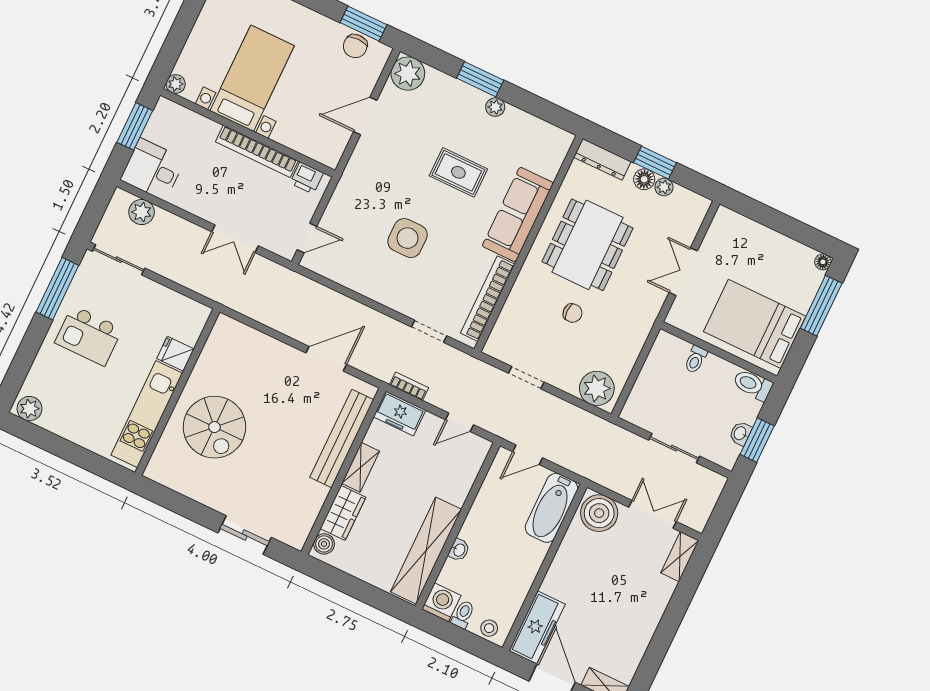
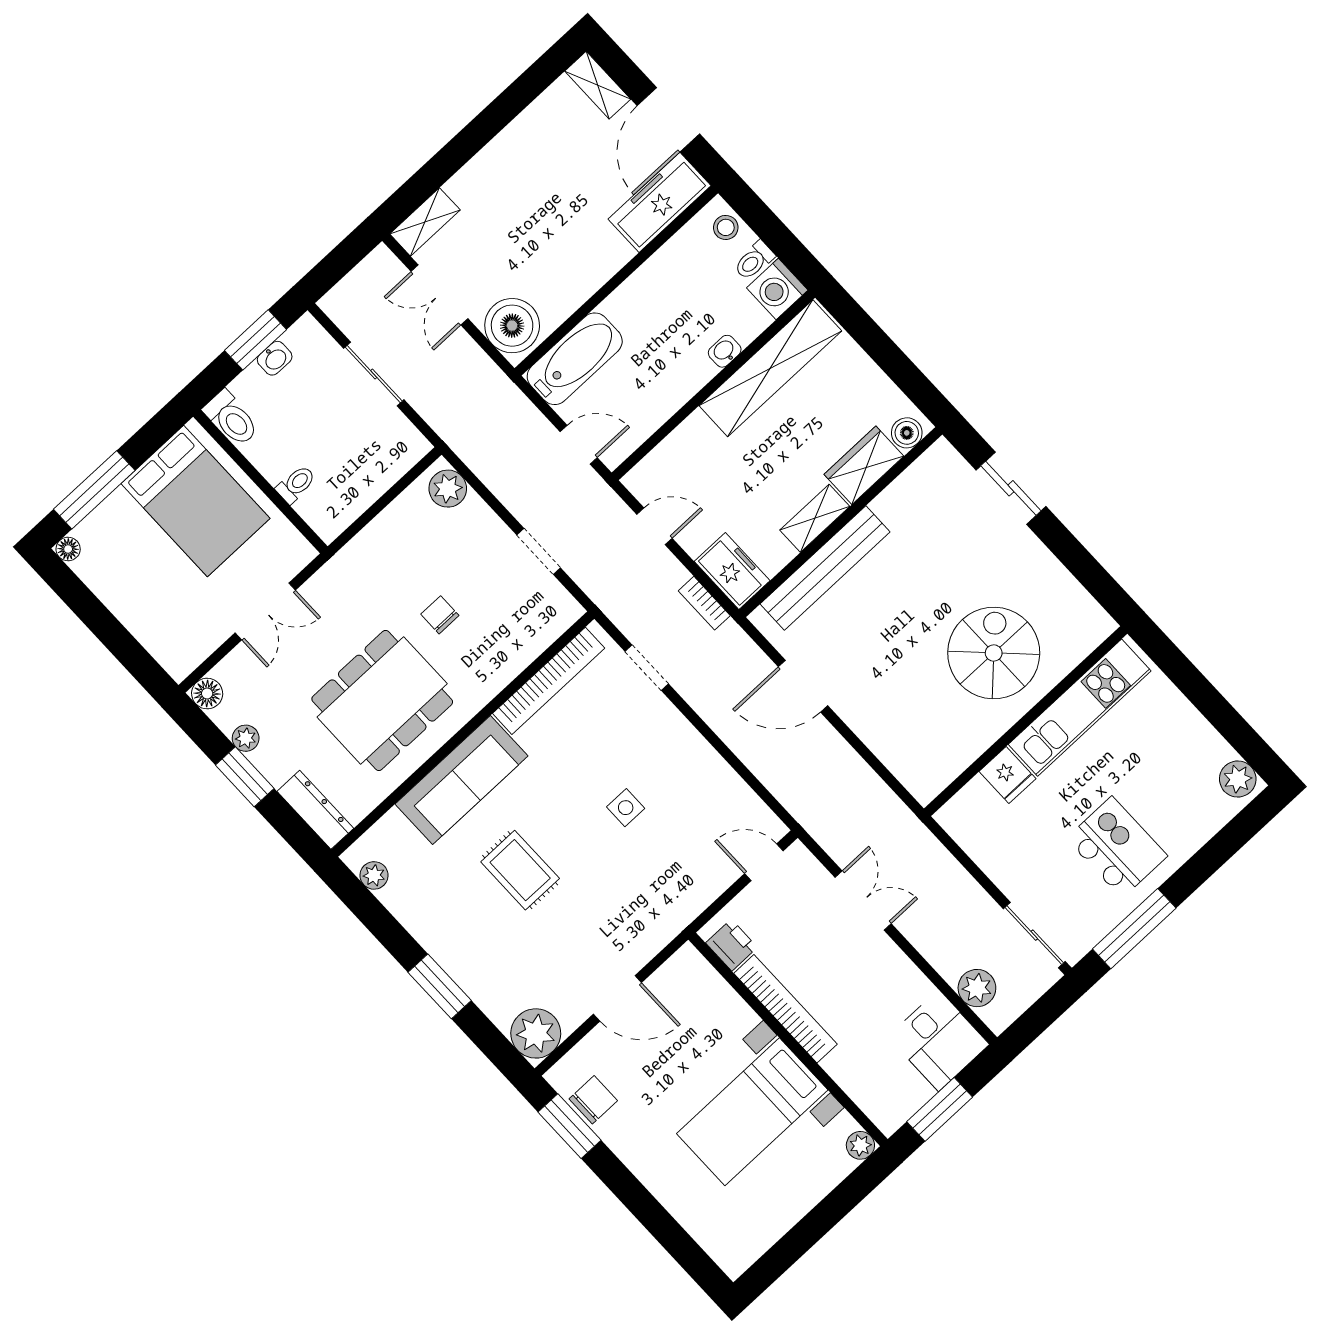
plant: (495, 107) -> (374, 875), moved
floor lamp: (644, 179) -> (207, 694), moved
side table: (408, 238) -> (626, 808), width x0.54, depth x0.54
plant: (597, 388) -> (448, 489), width x0.73, depth x0.73

